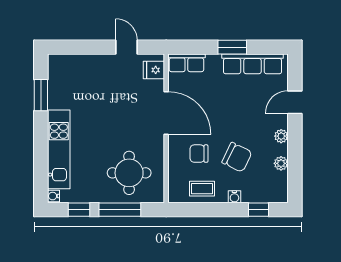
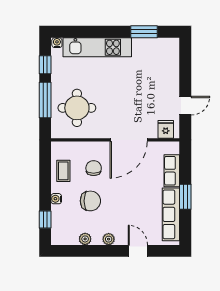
row of seats: (186, 63) -> (172, 171), moved
chair: (237, 157) -> (90, 201), turned -116

